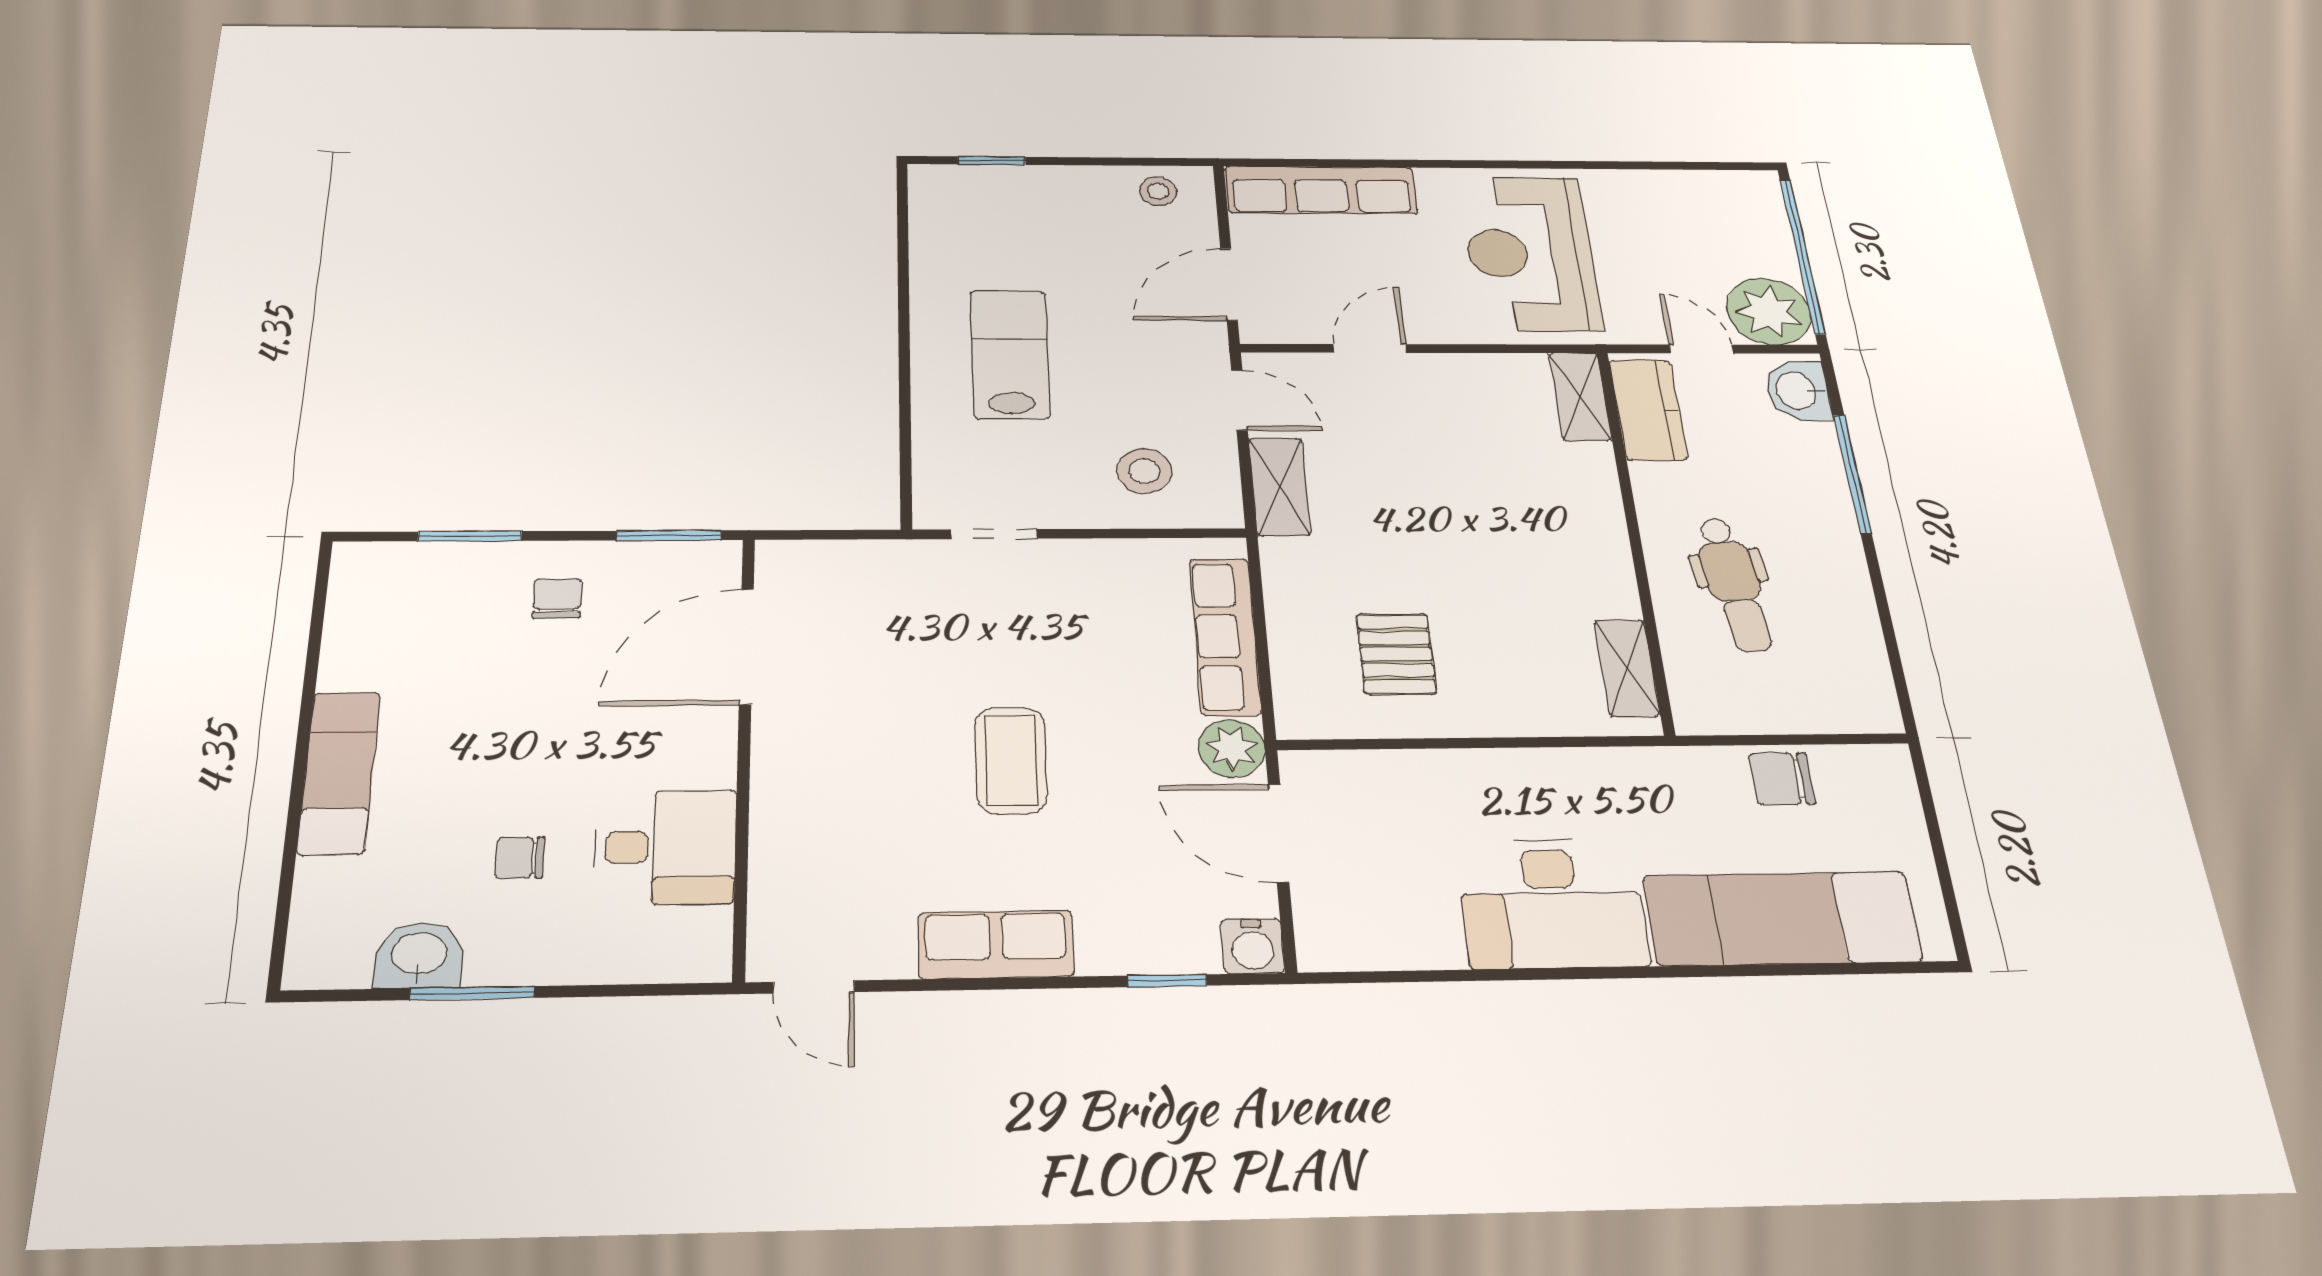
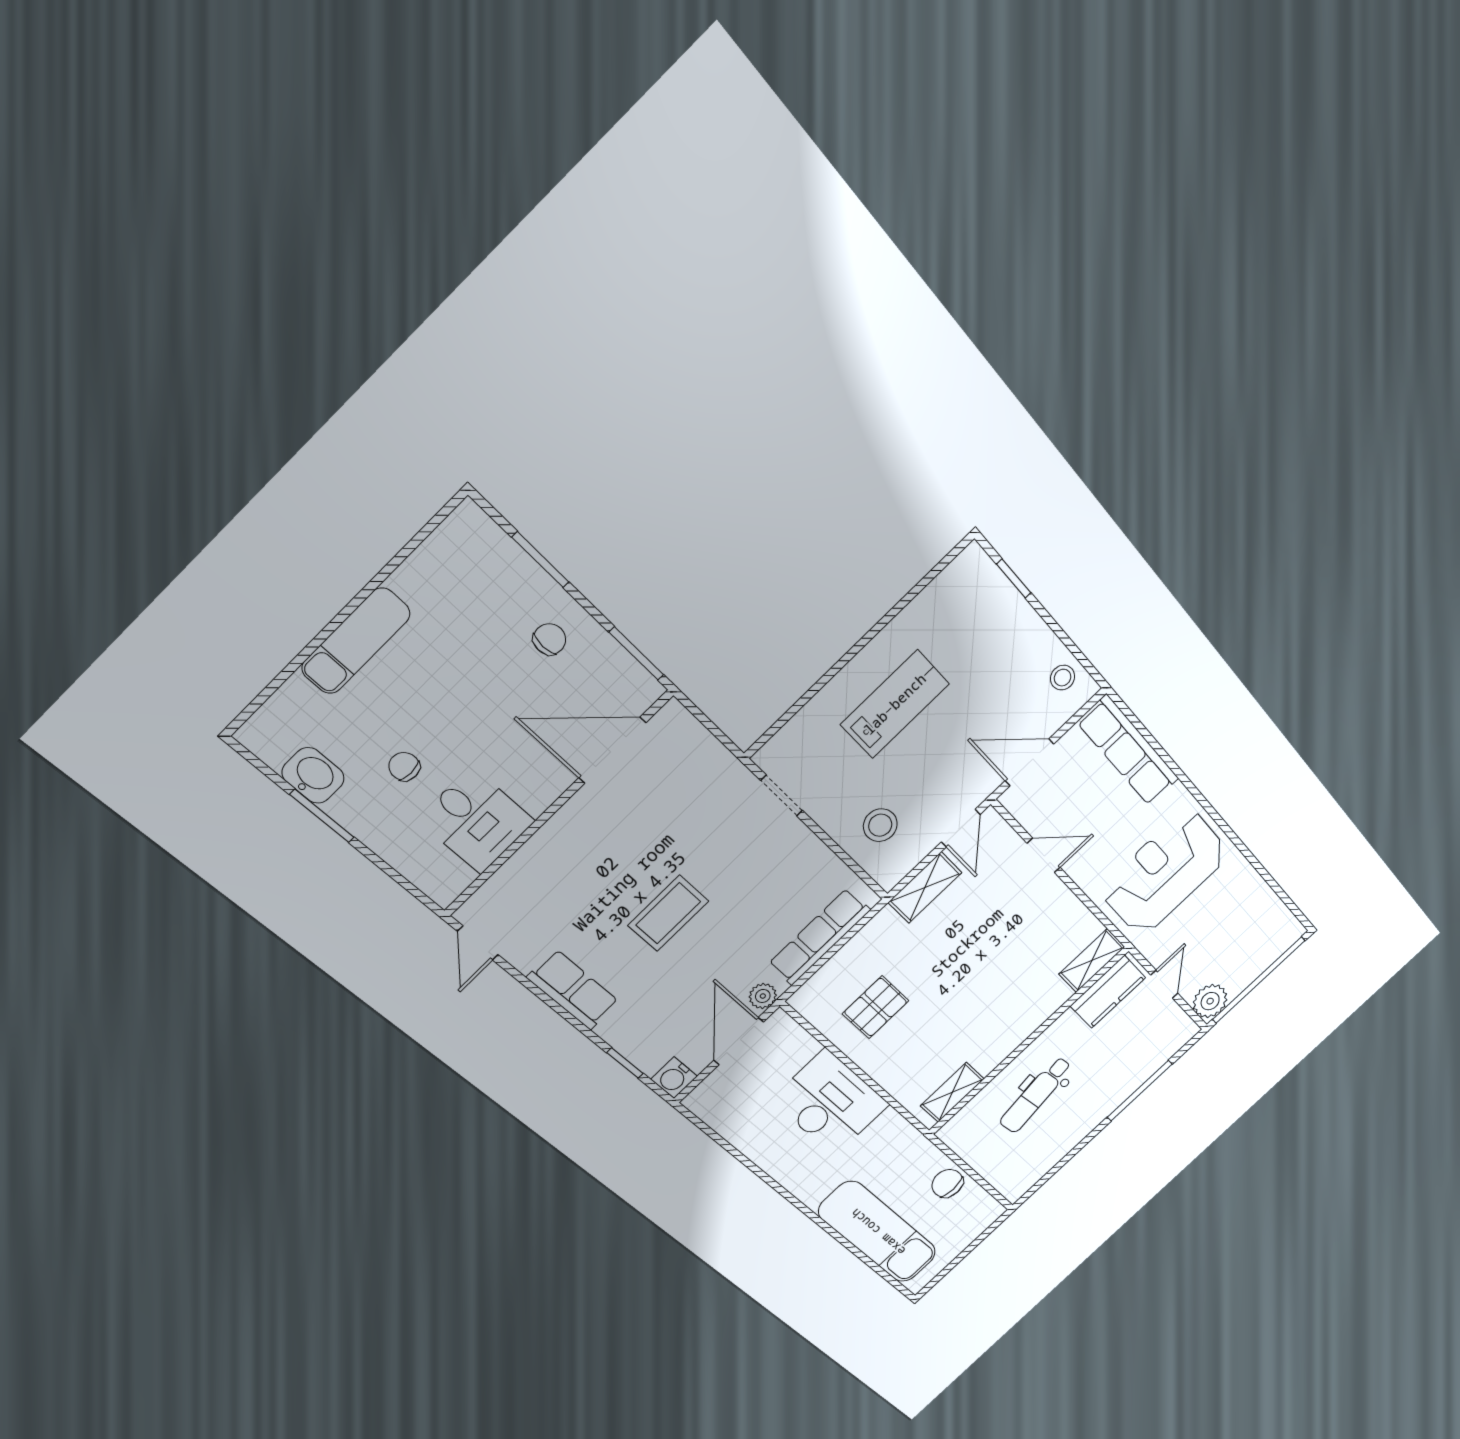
plant: (1769, 312) -> (1210, 1001), width x0.73, depth x0.73
washbasin: (1798, 391) -> (1171, 1037), removed
plant: (1232, 748) -> (763, 996), width x0.73, depth x0.73
desk: (1552, 903) -> (830, 1103), moved, turned 180

